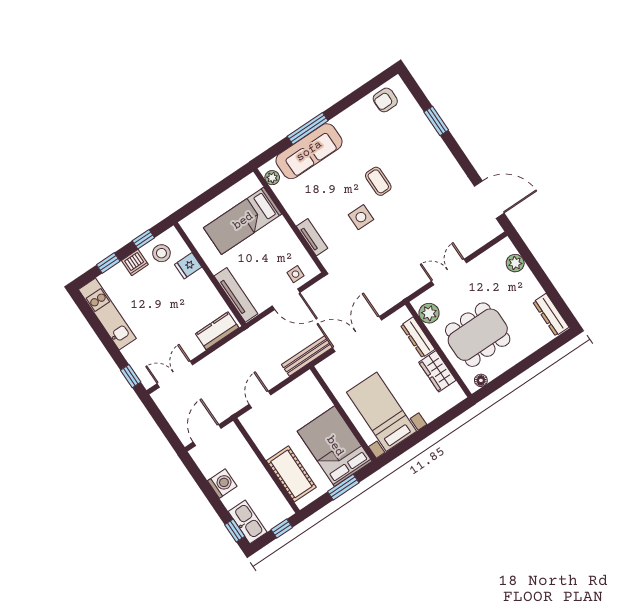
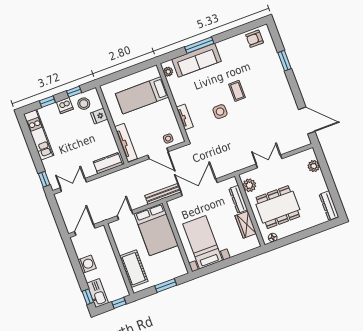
bed: (335, 446) -> (156, 229), moved, turned 180

